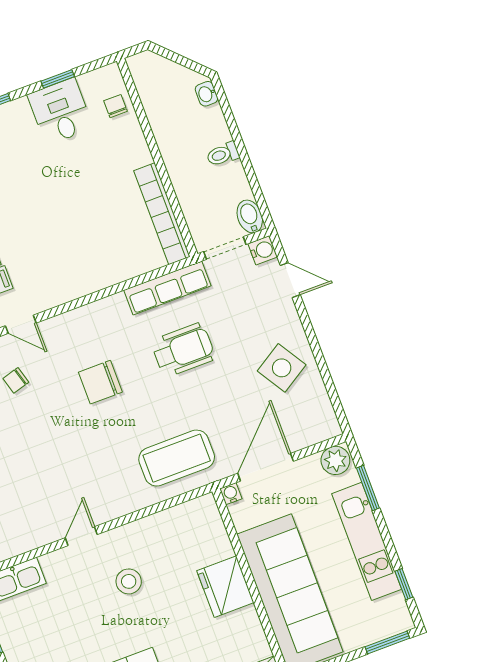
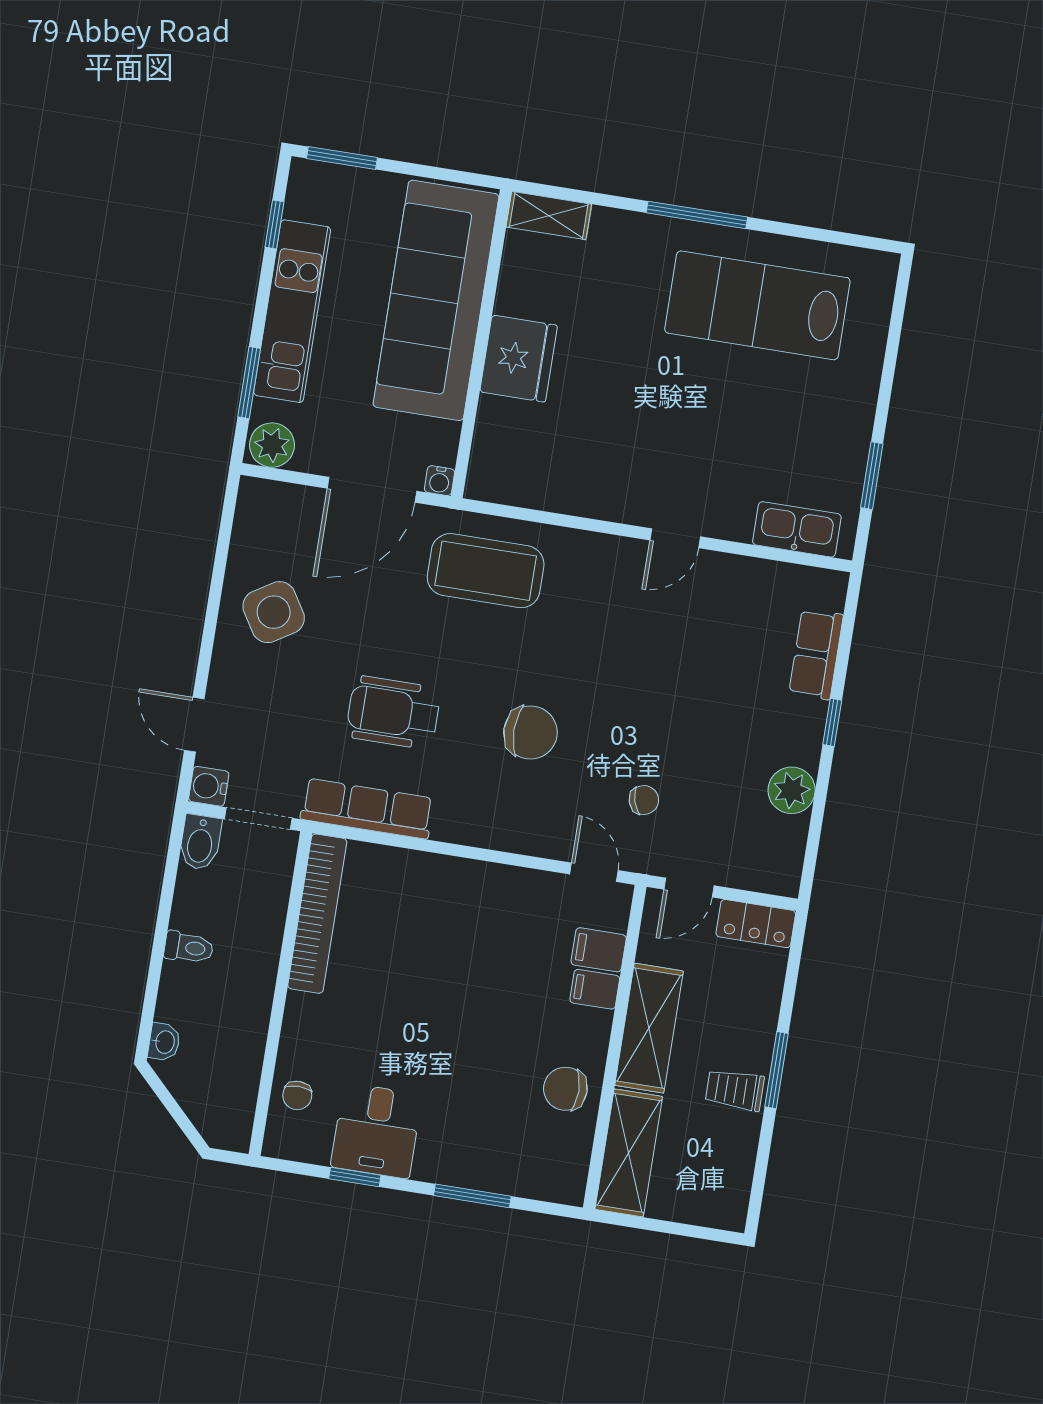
stool: (129, 581) -> (646, 440), removed

